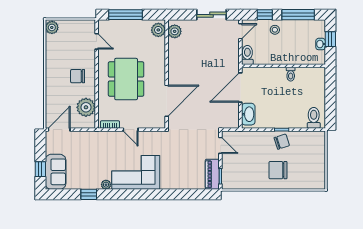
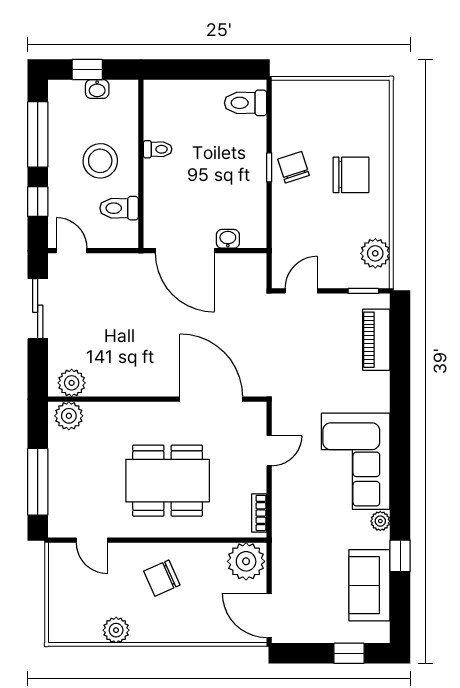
plant: (52, 27) -> (116, 630), moved
stool: (275, 30) -> (100, 161), moved, width x1.89, depth x1.89
door: (97, 41) -> (92, 540), swing flipped
toilet: (247, 55) -> (119, 208), moved
chair: (78, 76) -> (162, 578), turned 66
plant: (86, 107) -> (246, 561), moved
washbasin: (248, 114) -> (228, 239), width x0.52, depth x0.69
door: (131, 130) -> (269, 451), moved
chair: (278, 170) -> (351, 175), turned -90
sofa: (56, 172) -> (369, 585), moved, turned -90
piano: (212, 174) -> (376, 340), moved, turned 90
plant: (239, 182) -> (375, 253), added

